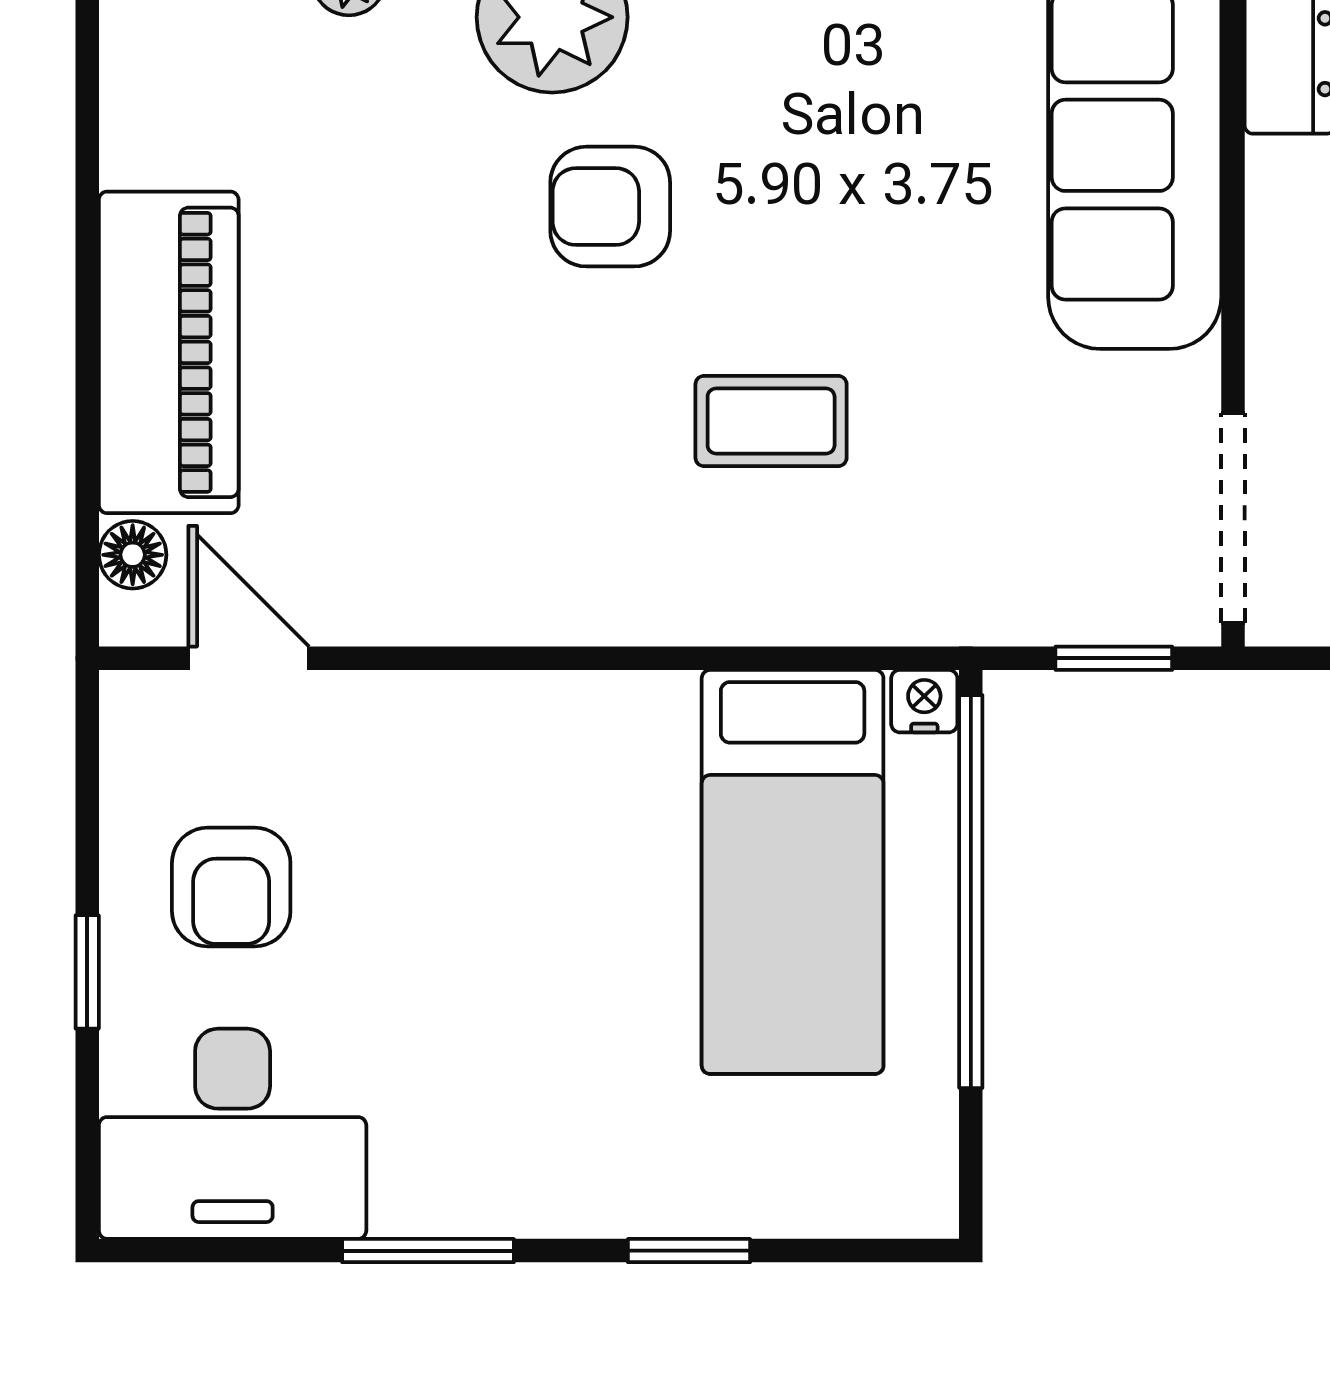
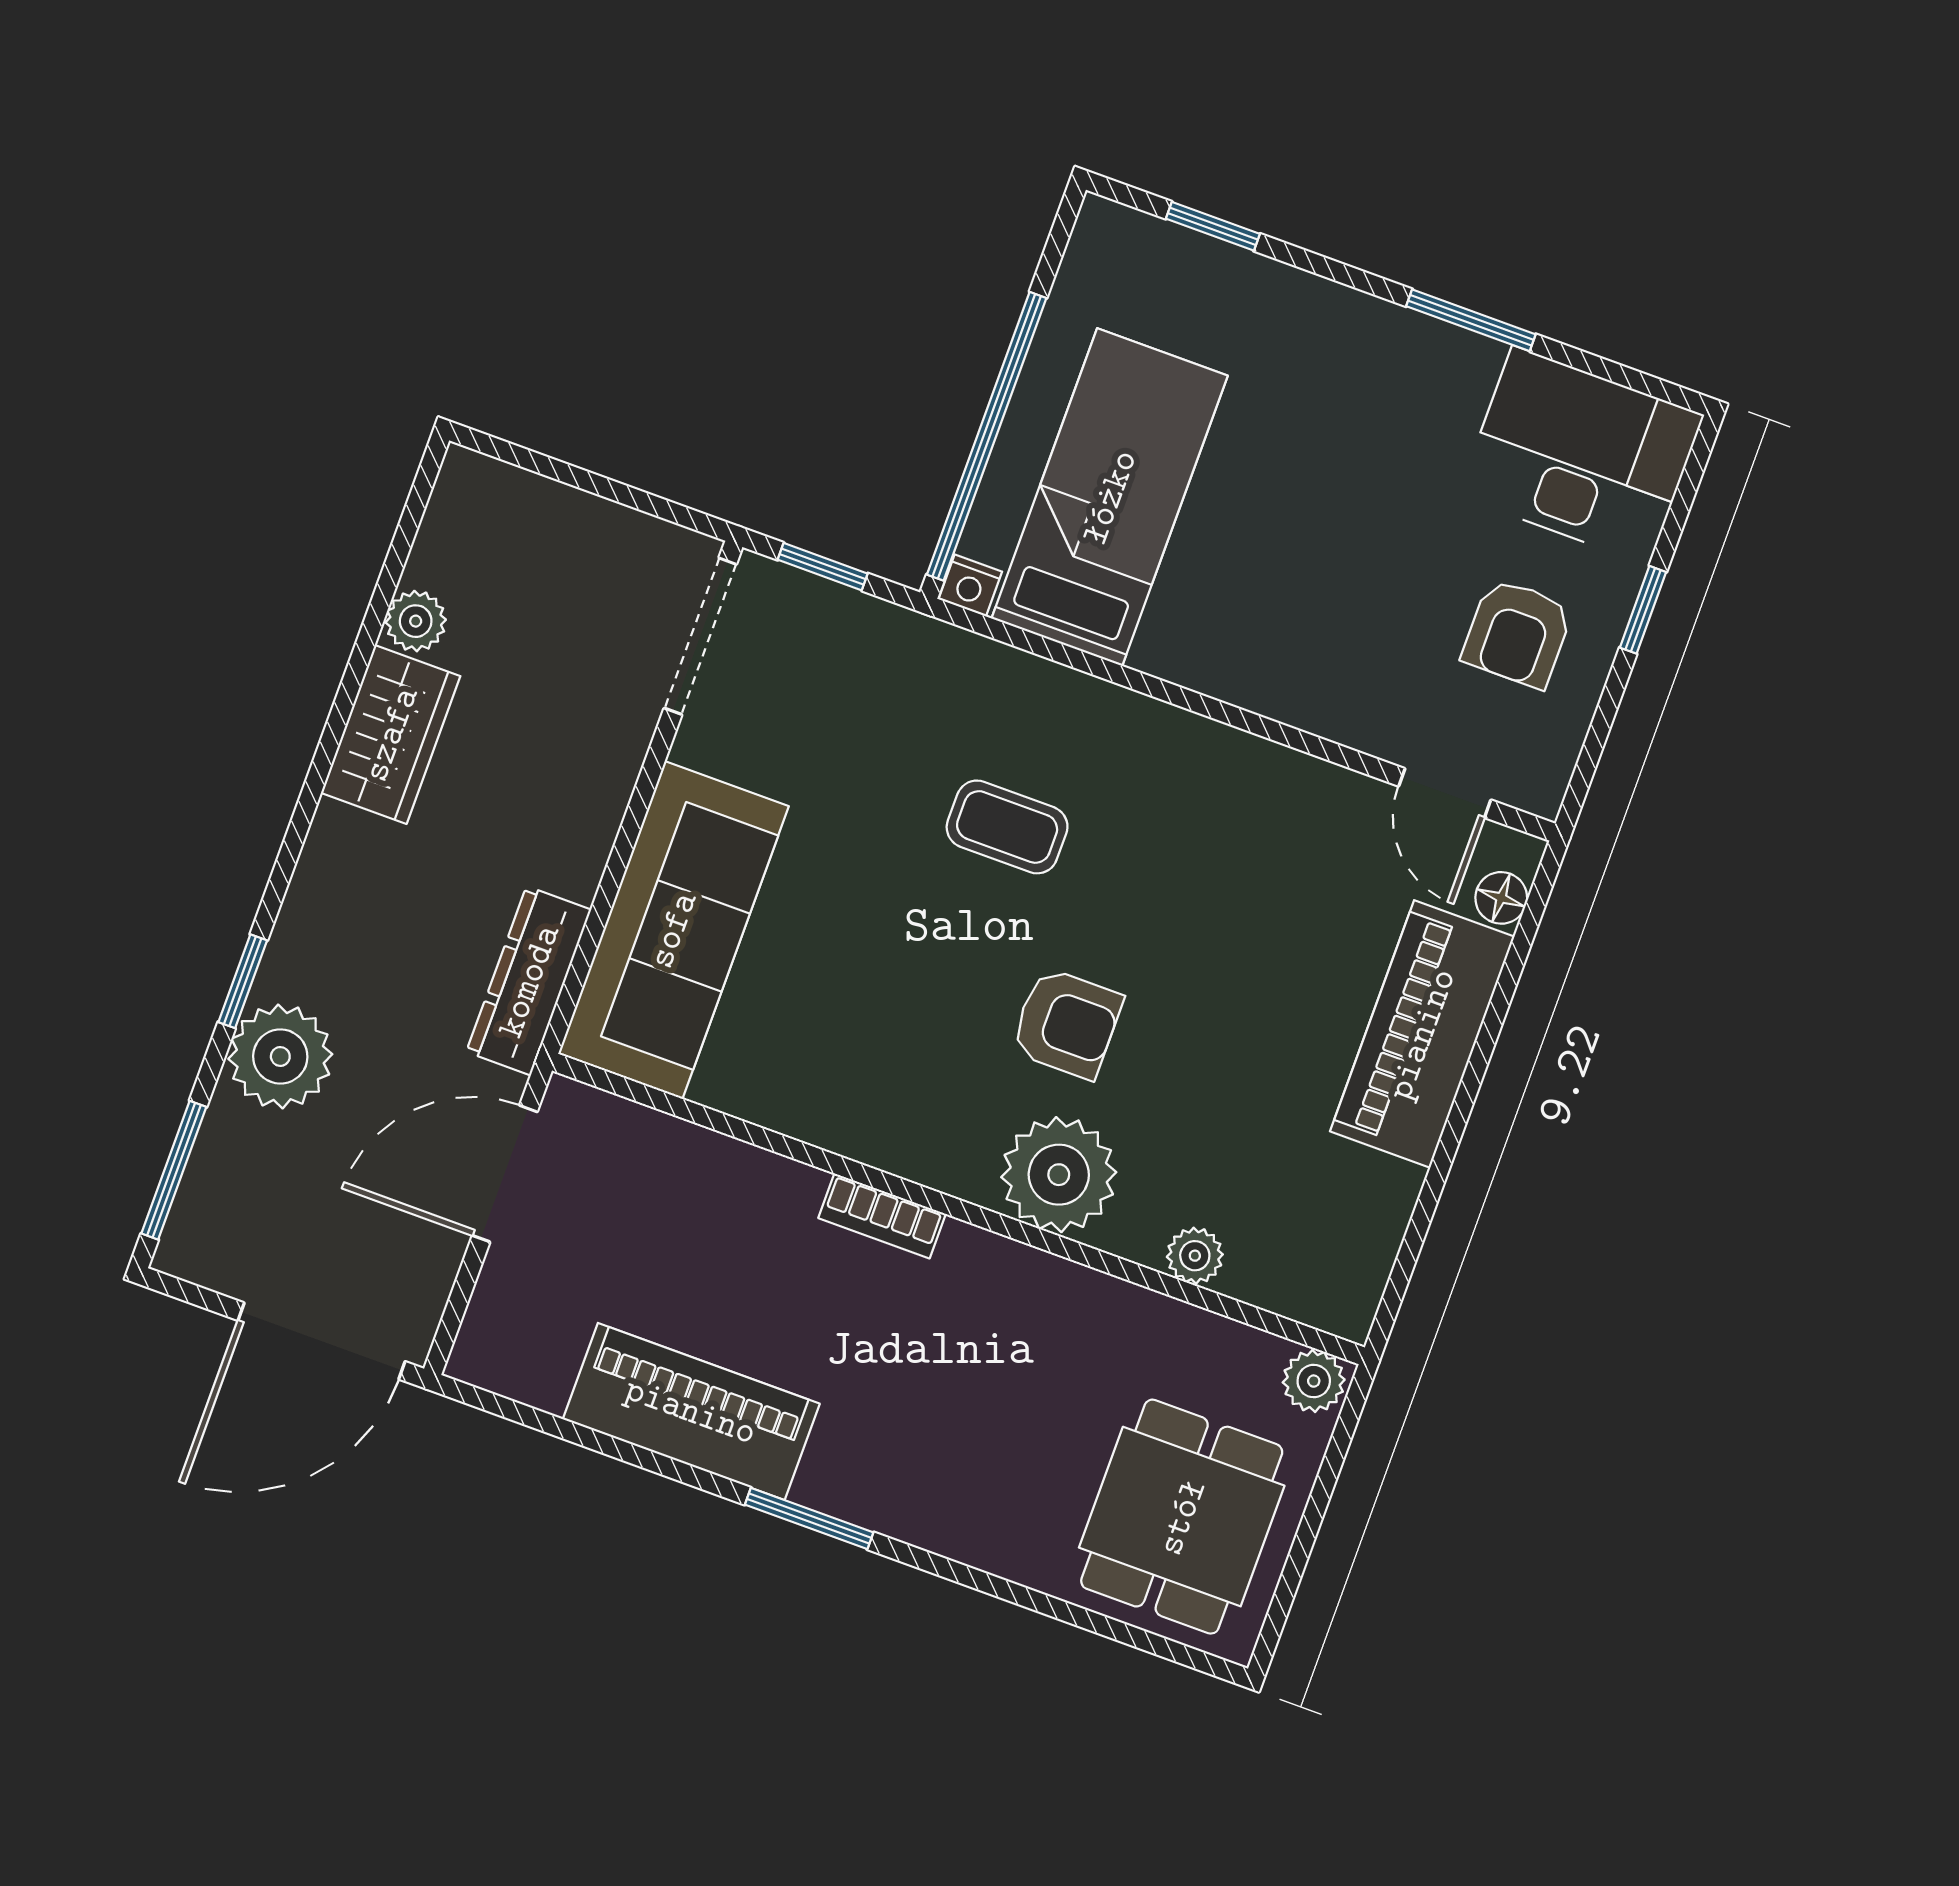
armchair: (231, 887) -> (1517, 633), turned 180
window: (689, 1251) -> (1213, 226), moved

